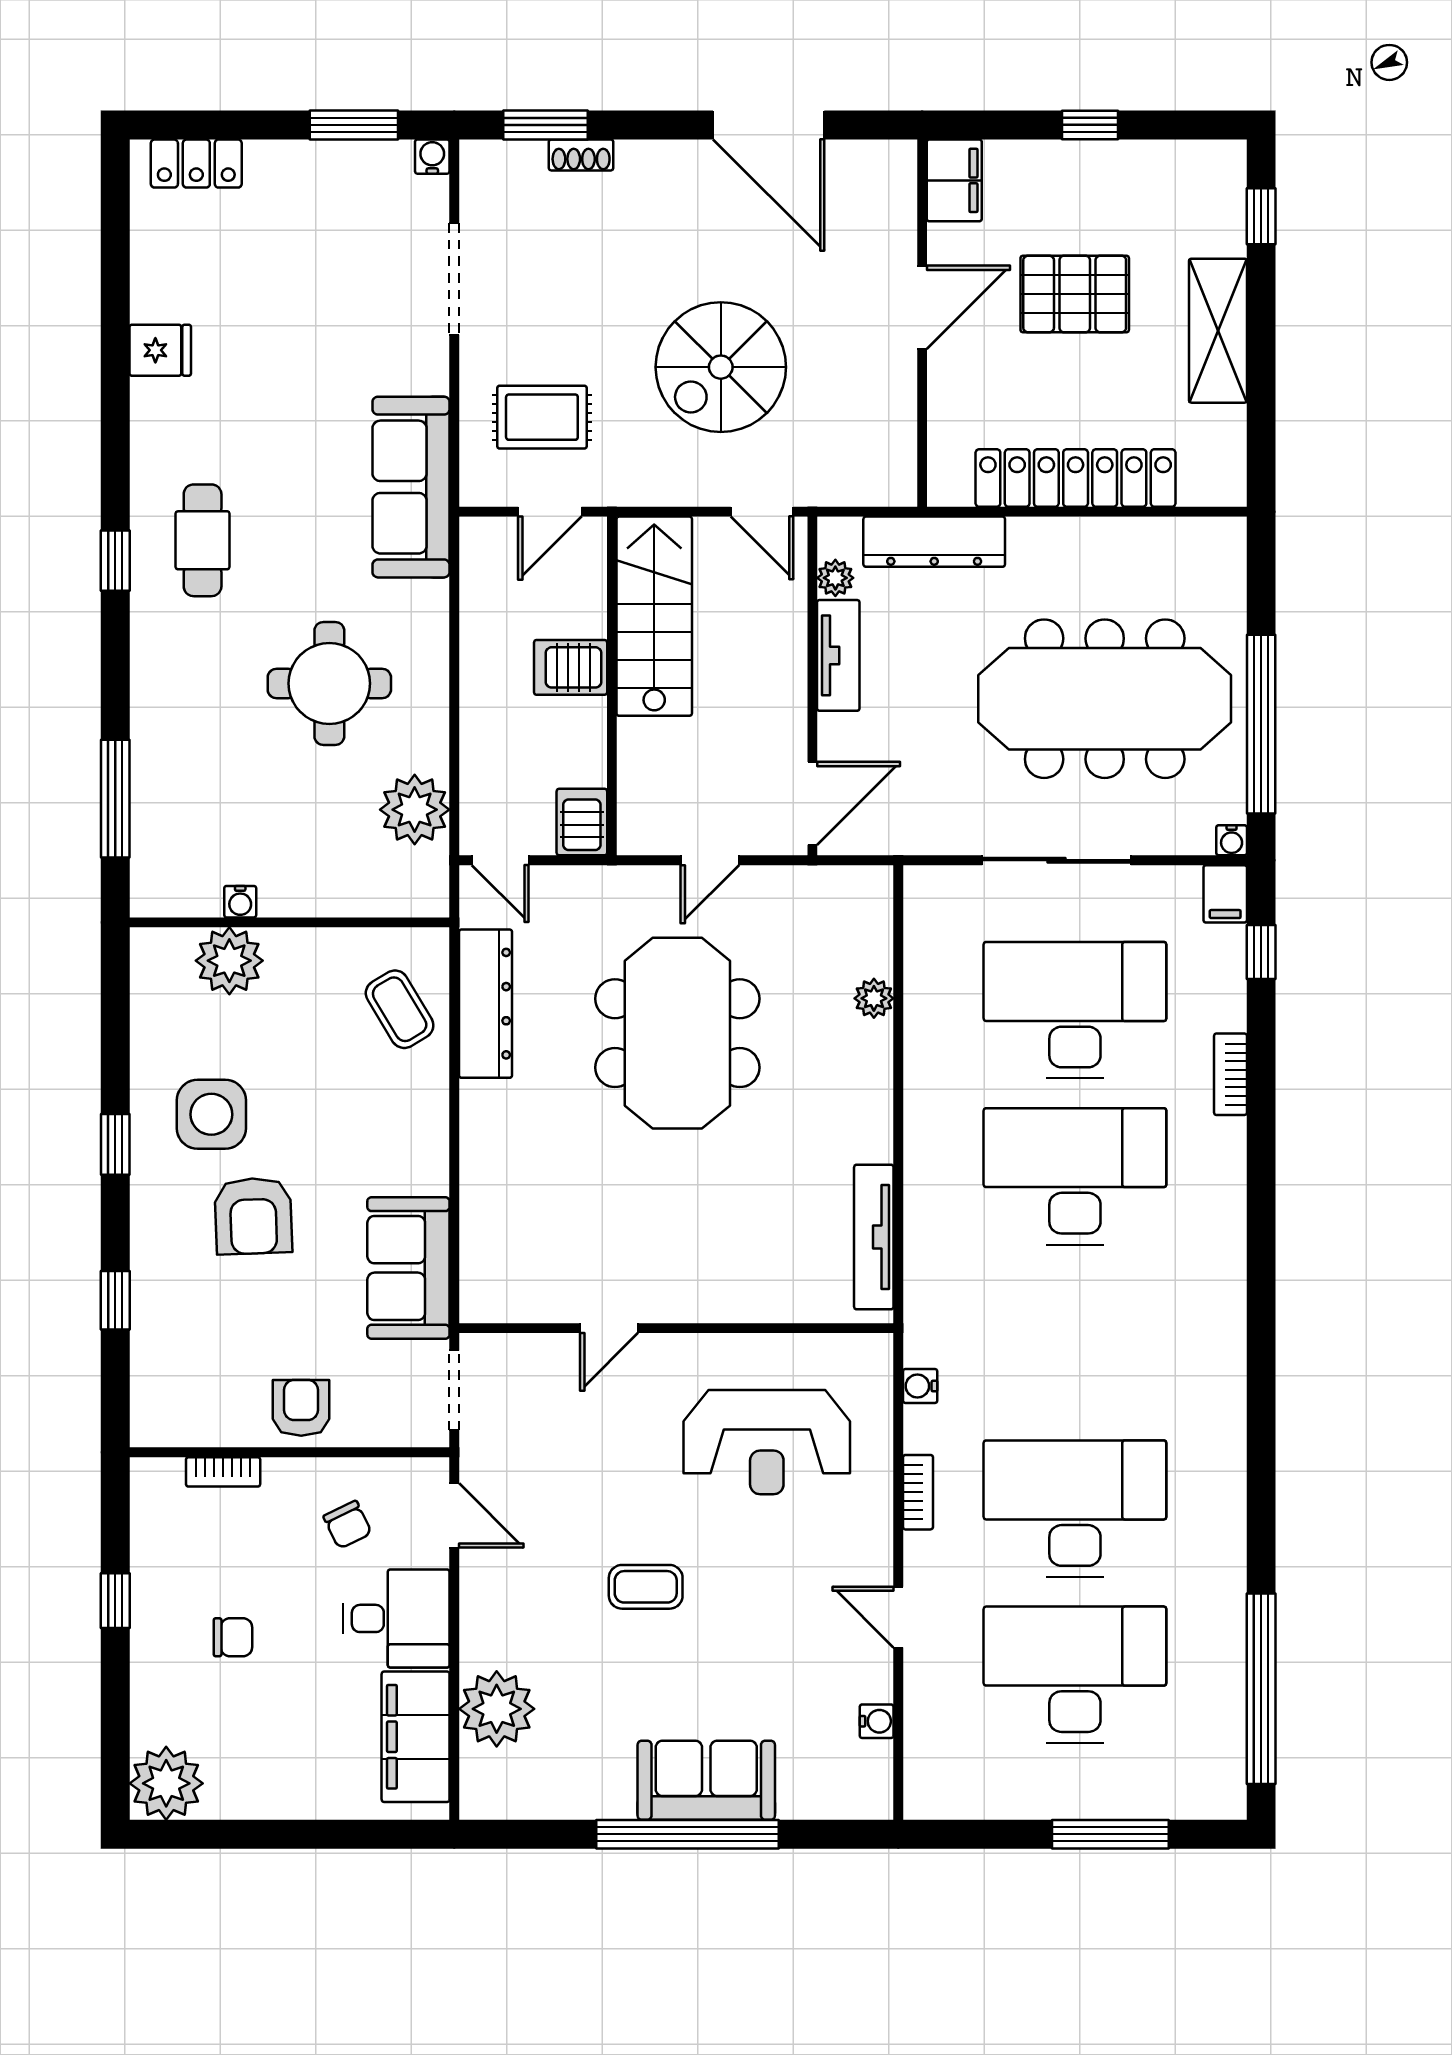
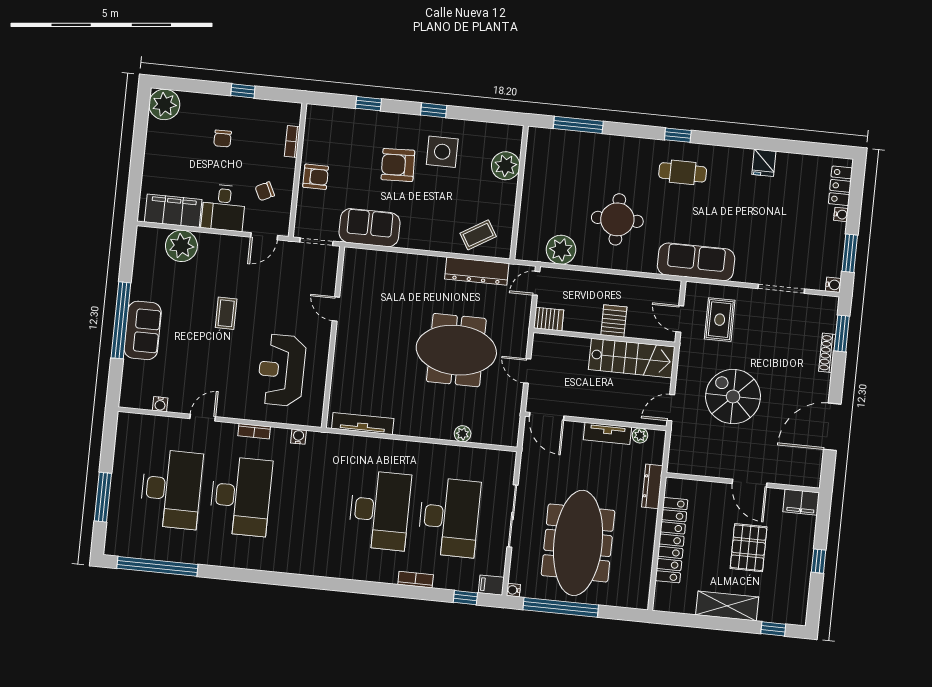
shoe rack: (581, 155) -> (827, 353), width x1.43
dresser: (934, 542) -> (652, 486), width x0.73, depth x0.80
water cooler: (240, 902) -> (841, 214), moved, turned 180

